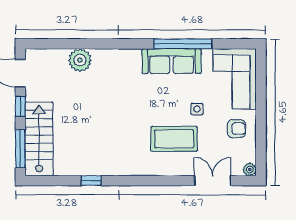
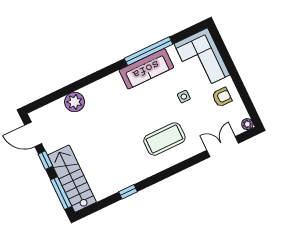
coffee table: (174, 139) -> (164, 139), moved

